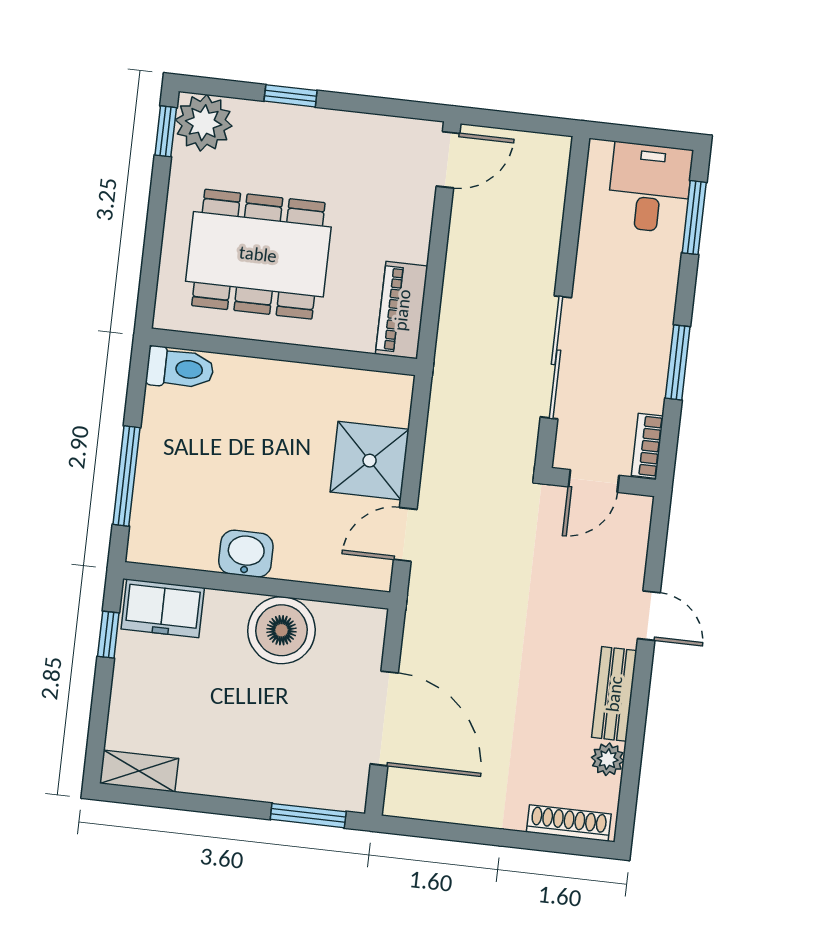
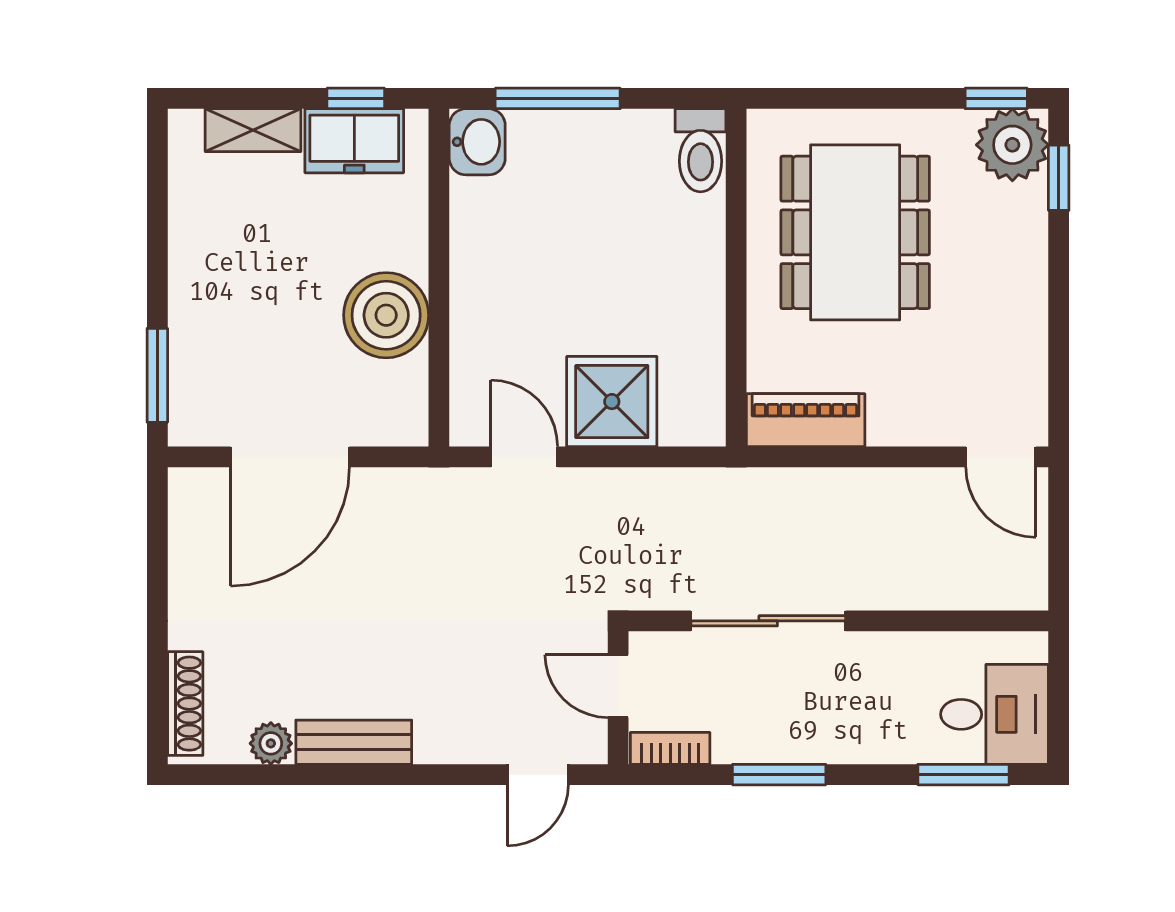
window: (291, 96) -> (1059, 178), moved
washbasin: (246, 554) -> (477, 142), moved
freezer: (163, 608) -> (354, 141), moved, turned -90
door: (649, 616) -> (538, 775), moved
shelving: (139, 771) -> (253, 130), moved, turned 90

